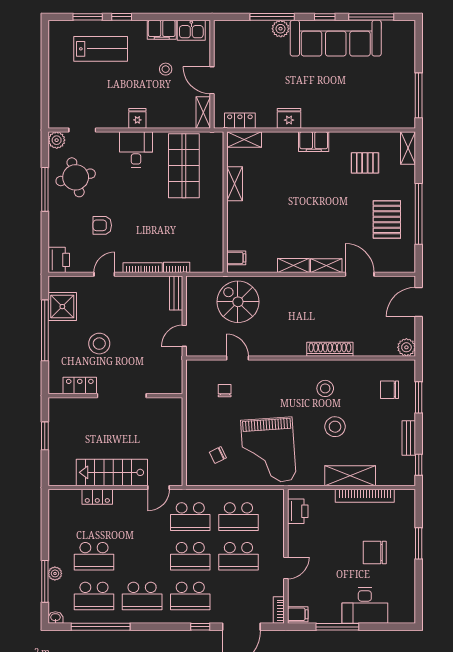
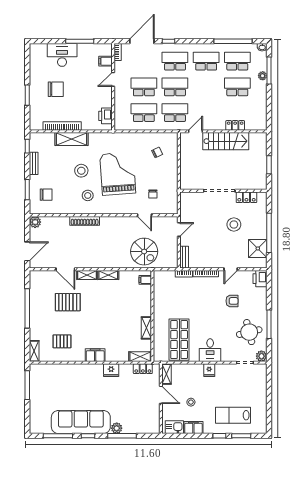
pallet: (387, 219) -> (68, 302), moved, turned 90
grand piano: (268, 450) -> (118, 174), moved
filing cabinet: (298, 614) -> (105, 61), moved

